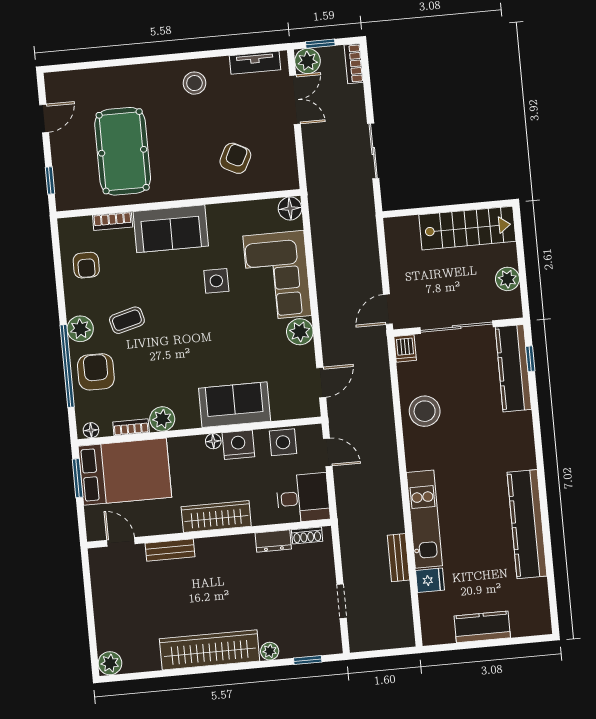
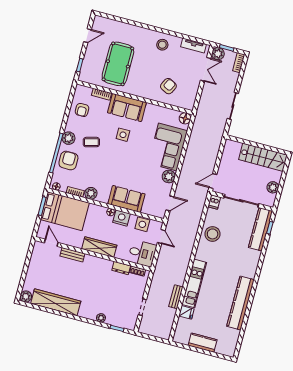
side table: (216, 281) -> (123, 135), moved
wardrobe: (210, 650) -> (56, 302), moved

